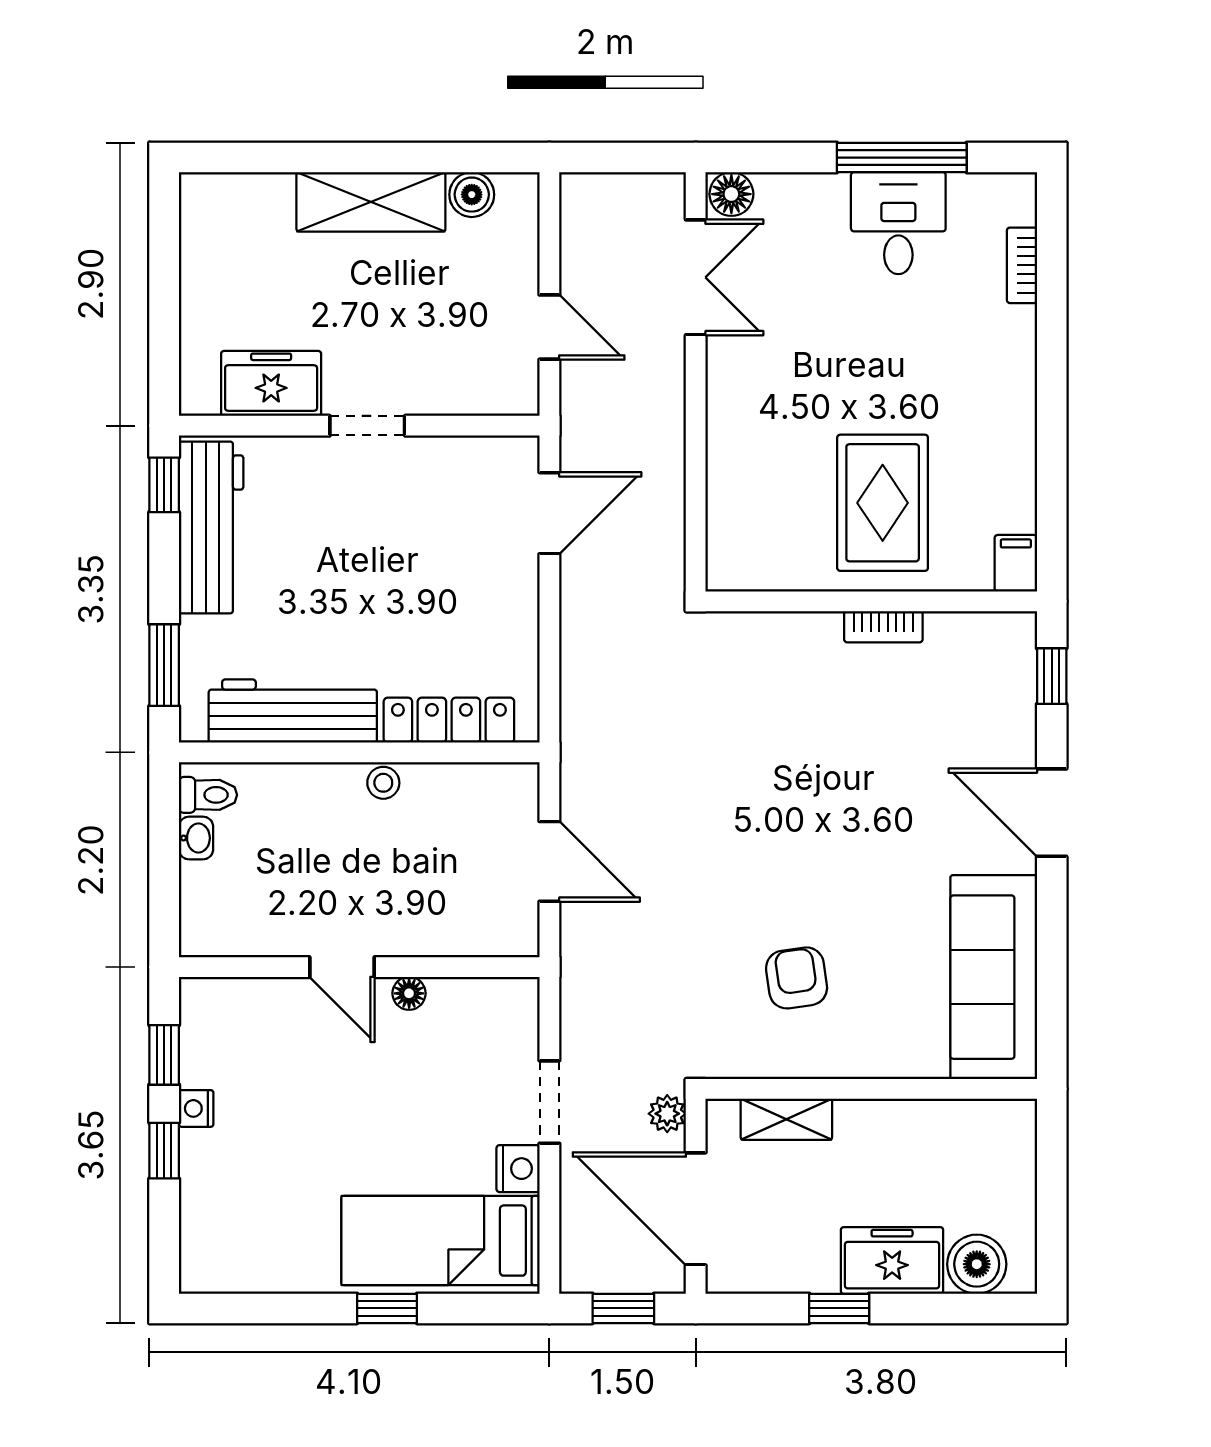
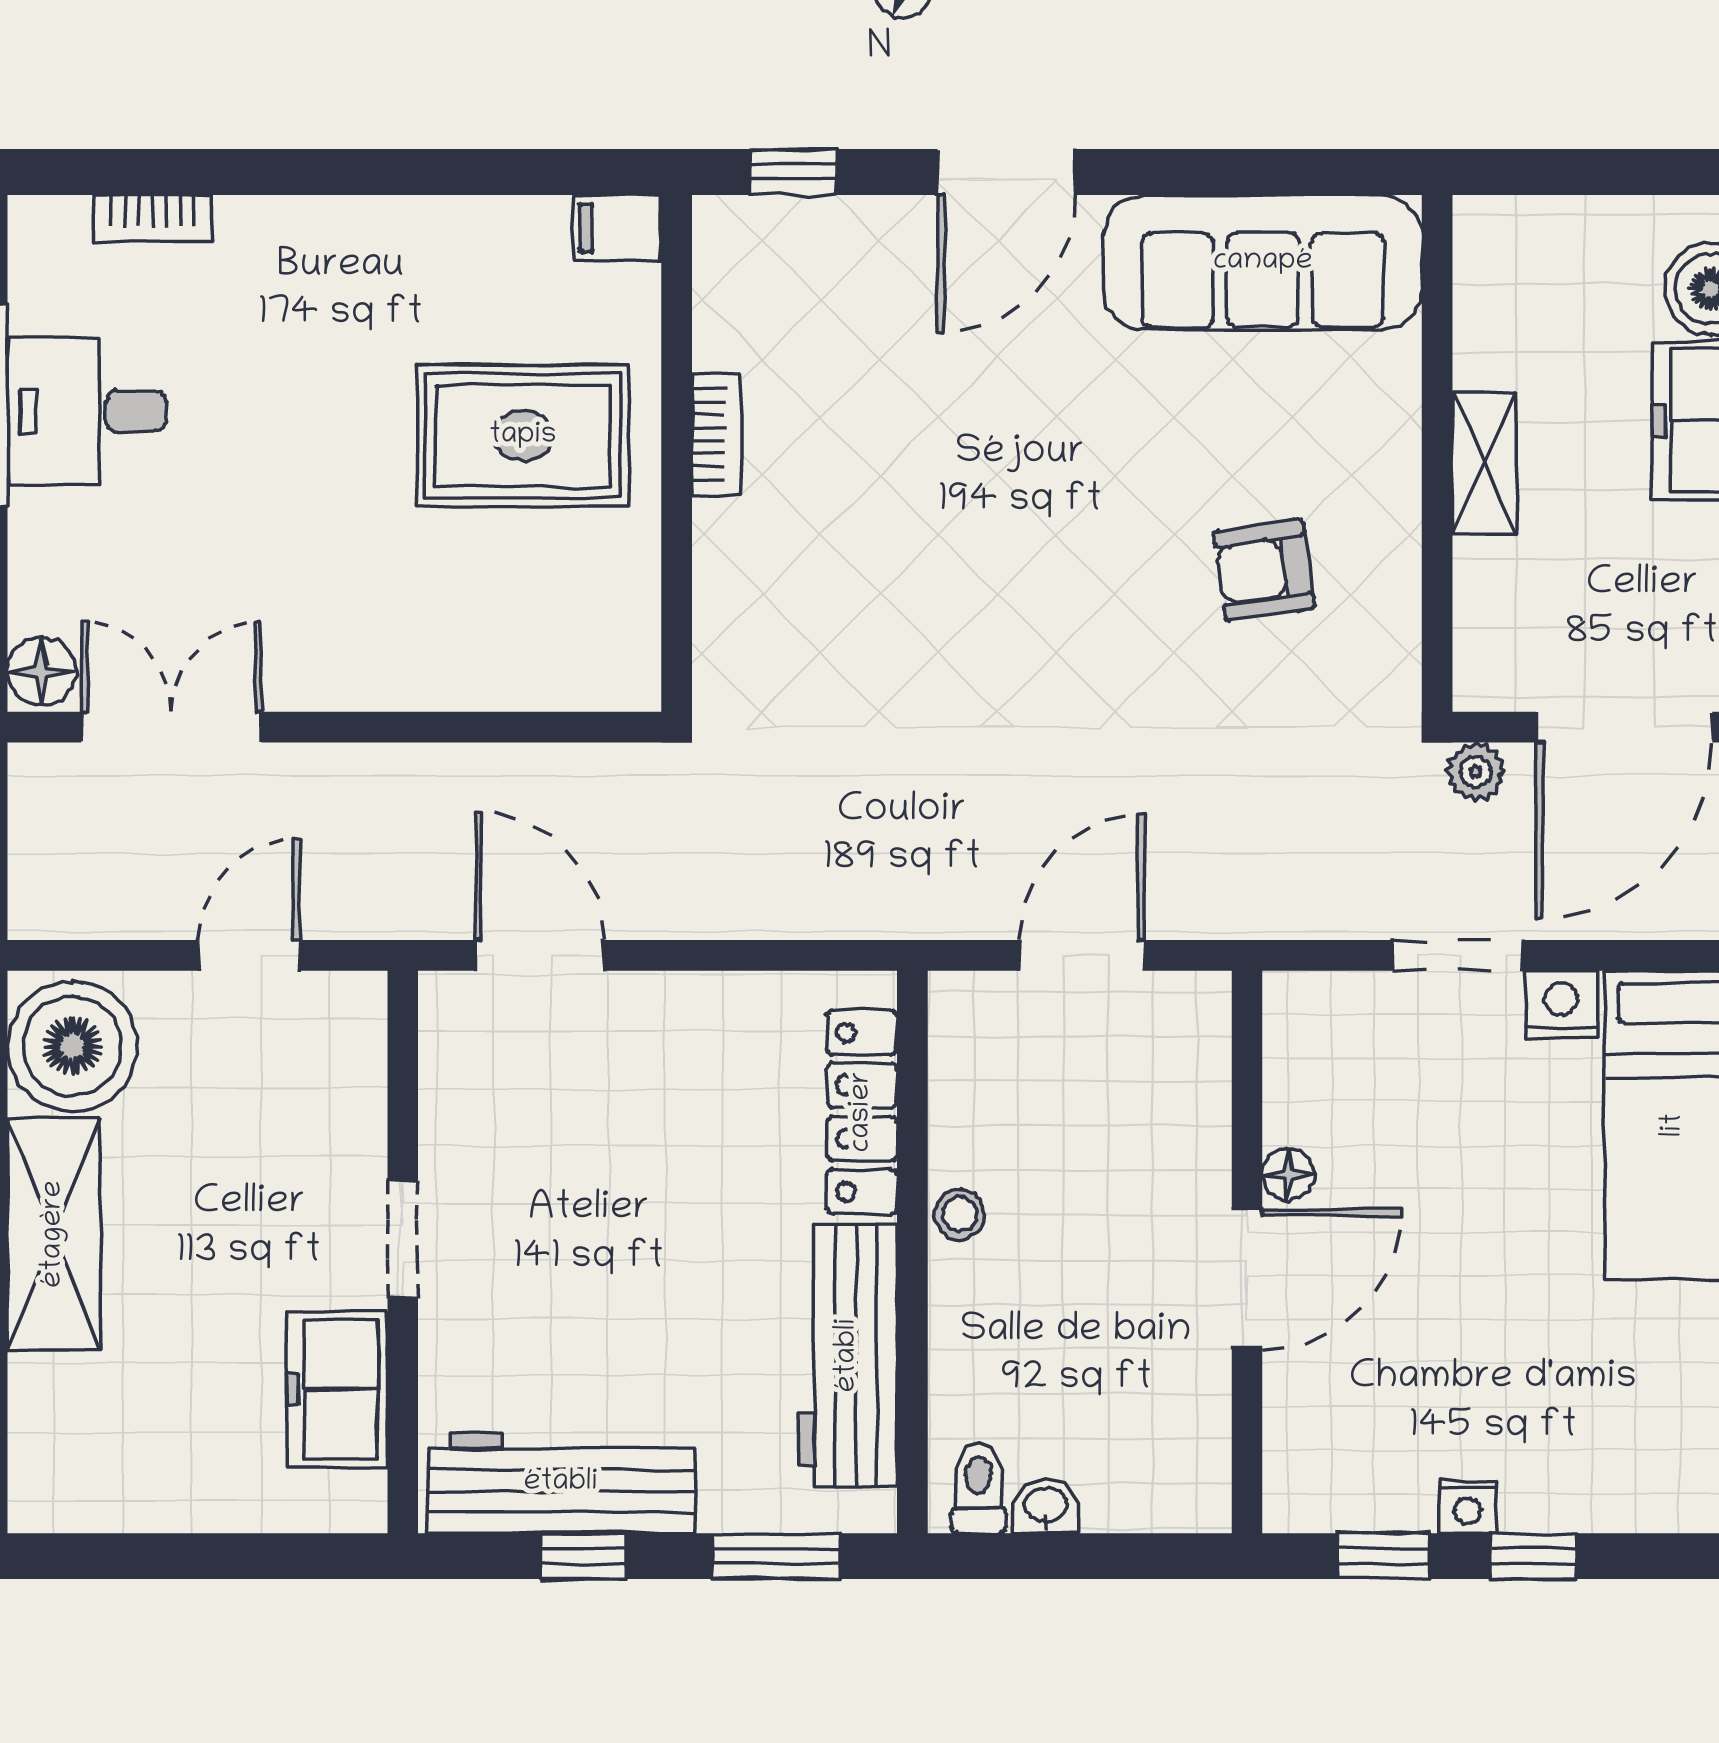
boiler: (472, 195) -> (72, 1046), width x1.86, depth x1.86
window: (164, 485) -> (583, 1556), moved
door: (342, 967) -> (1247, 1279), width x1.38
shelving: (786, 1119) -> (1484, 463), moved

